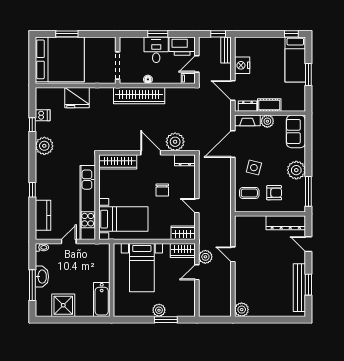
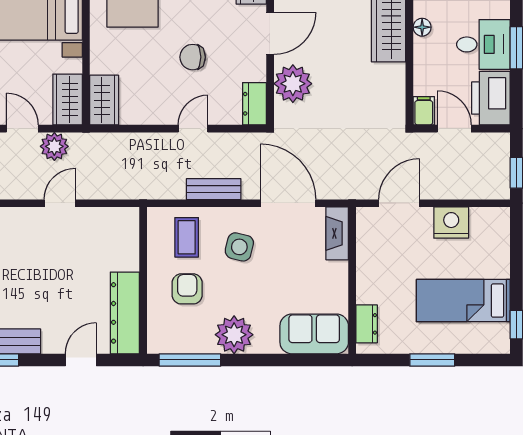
bench: (226, 50) -> (214, 189), moved
bed: (295, 60) -> (463, 301), moved
cot: (269, 105) -> (369, 279), removed
dresser: (247, 106) -> (367, 324), moved
plant: (267, 121) -> (335, 275), removed
armchair: (274, 193) -> (187, 289), turned 180
door: (197, 206) -> (193, 129), moved

